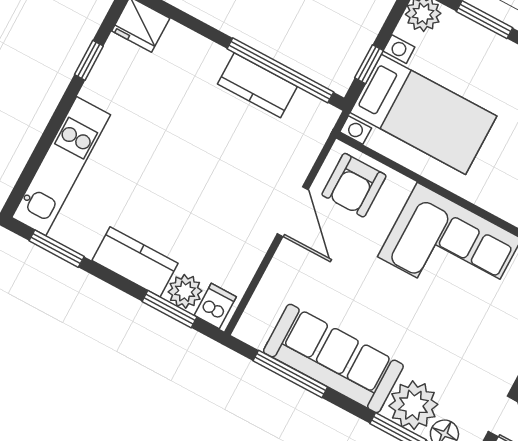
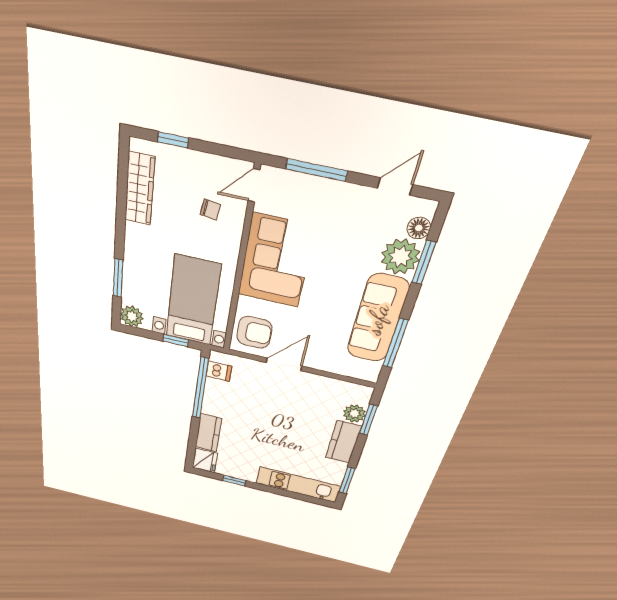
kitchen counter: (257, 85) -> (208, 433), moved
dishwasher: (215, 306) -> (219, 371), moved, turned 180

